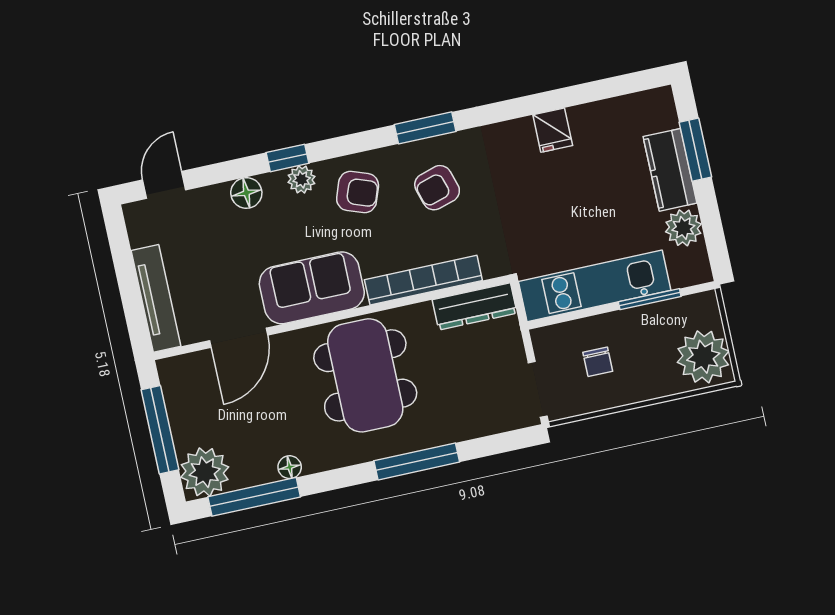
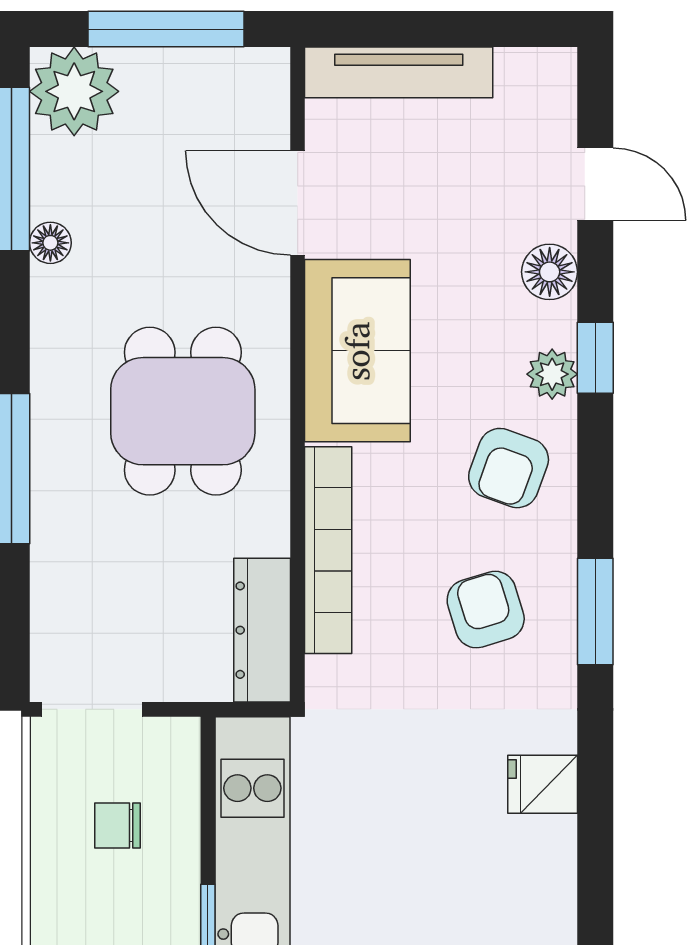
fridge: (553, 130) -> (543, 784), moved
door: (164, 185) -> (595, 184), moved
dining table: (365, 375) -> (183, 411), width x0.73

